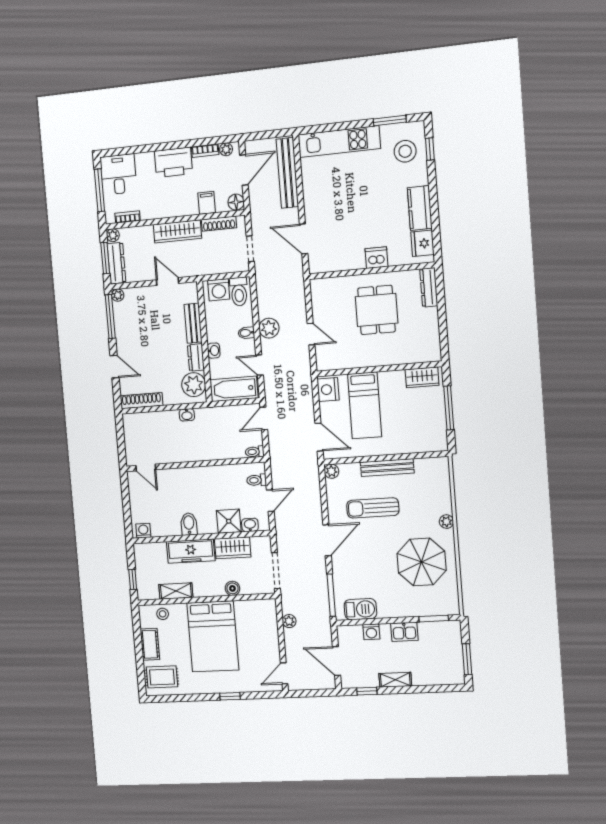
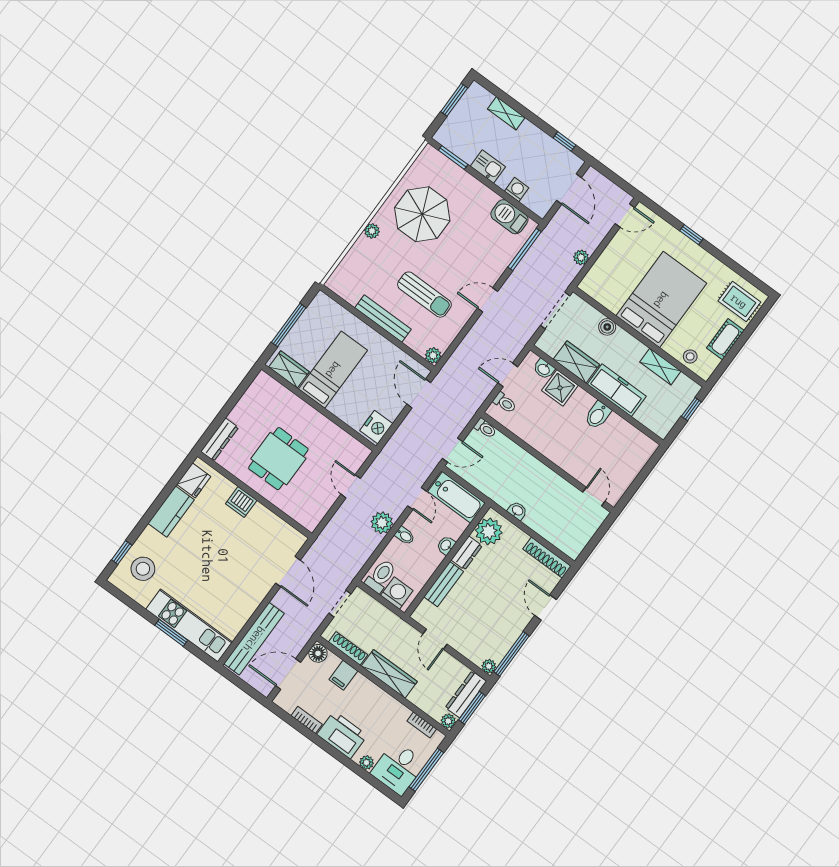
window: (390, 121) -> (171, 633), moved
plant: (226, 149) -> (367, 763), moved
bed: (365, 405) -> (333, 370), moved
washing machine: (143, 531) -> (644, 444), removed
door: (327, 540) -> (488, 300), width x0.73
shelving: (395, 680) -> (506, 113), moved

